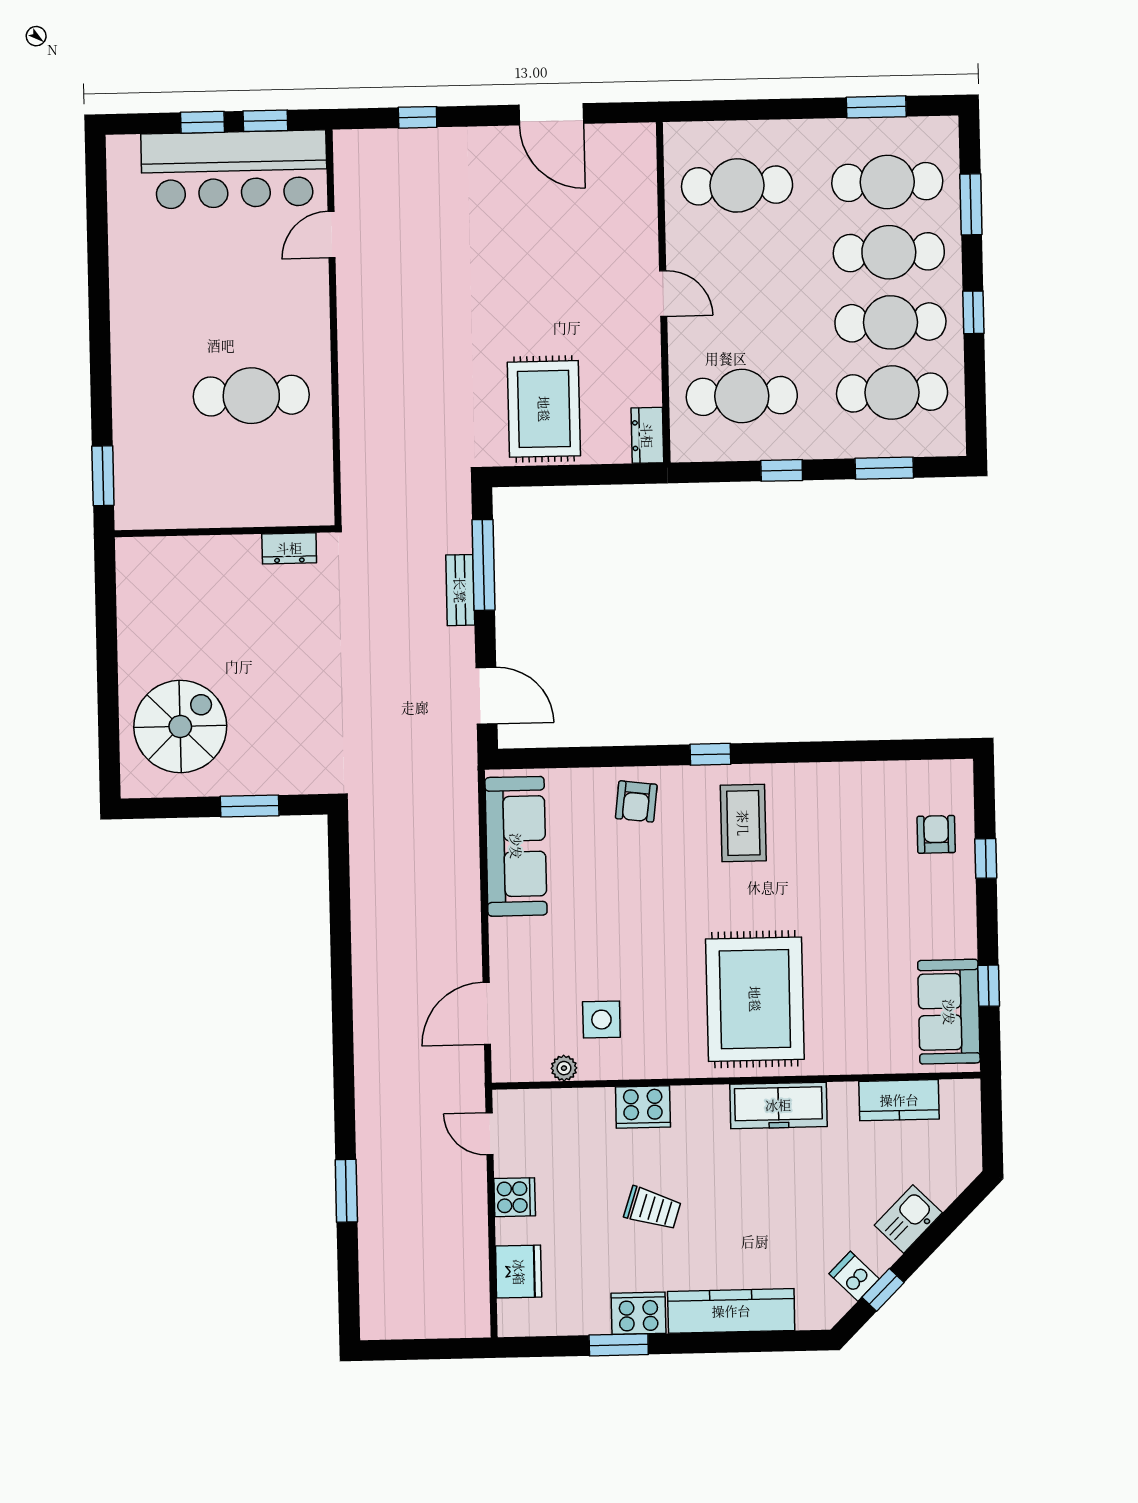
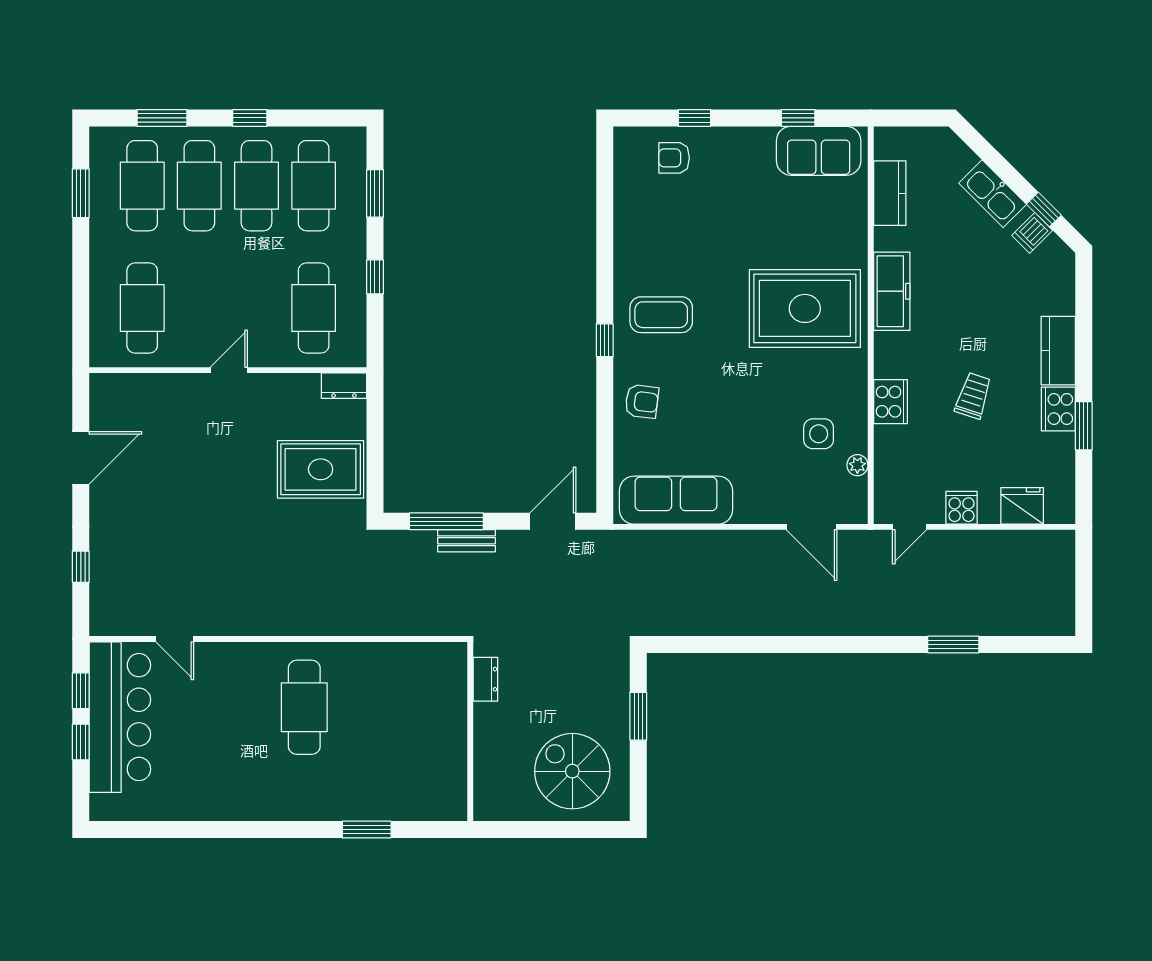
wall: (225, 531) -> (470, 731), moved
dresser: (289, 548) -> (485, 679), moved
kitchen sink: (908, 1219) -> (993, 194), width x1.38
kitchen counter: (731, 1311) -> (1058, 351), width x0.67

